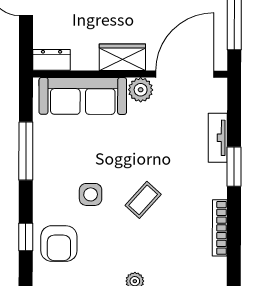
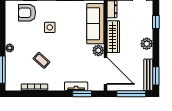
wardrobe: (122, 57) -> (113, 37), width x1.50
window: (234, 167) -> (82, 94), moved
coffee table: (143, 200) -> (41, 60), moved

